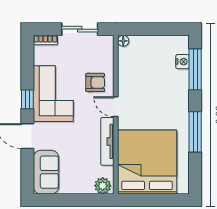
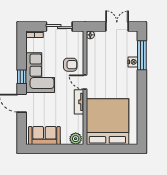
double door: (160, 29) -> (117, 27), added
nightstand: (183, 62) -> (133, 62), moved
window: (195, 132) -> (142, 100), removed
tv unit: (107, 141) -> (79, 102), width x0.71
sofa: (46, 172) -> (44, 136), moved, turned -90

